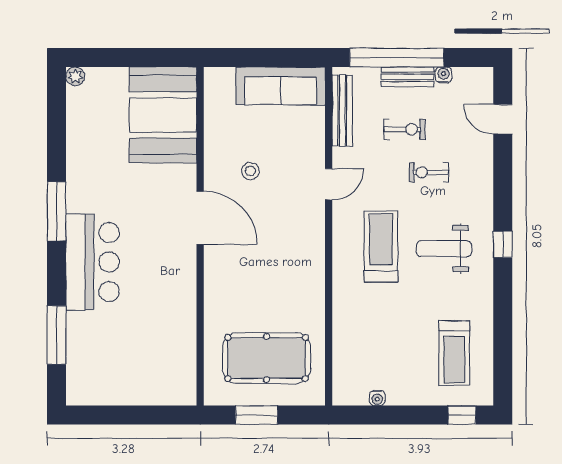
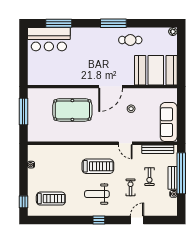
door: (503, 119) -> (137, 220), moved
cafe table: (94, 173) -> (130, 40), added
weight bench: (444, 249) -> (97, 194), turned -90
bar counter: (93, 262) -> (49, 39), moved
treadmill: (454, 353) -> (51, 199), turned 180
pool table: (267, 358) -> (72, 110), moved, turned 90
window: (257, 415) -> (24, 111), width x1.44

